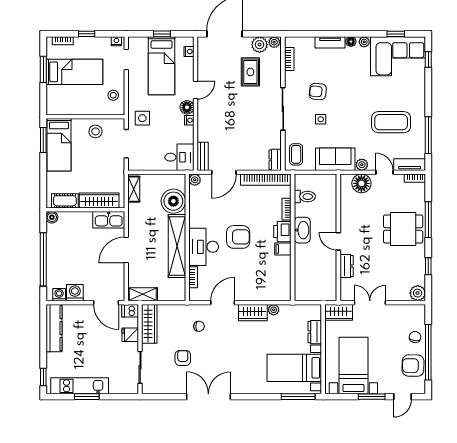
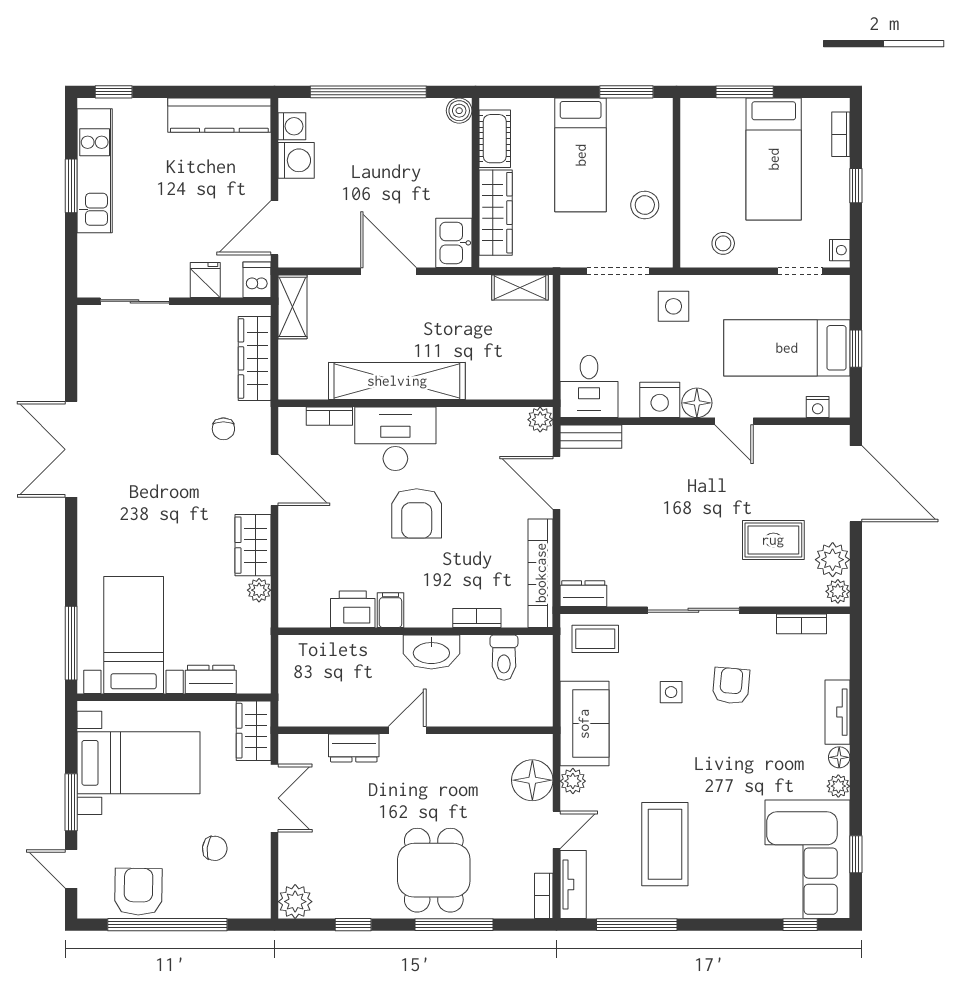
window: (43, 69) -> (745, 92), moved
nightstand: (189, 120) -> (660, 400), width x1.89, depth x1.79
bed: (59, 145) -> (581, 155), moved, turned -90
boiler: (173, 201) -> (494, 373), removed
kitchen sink: (109, 220) -> (454, 243), width x0.73
printer: (282, 232) -> (353, 609), moved
wardrobe: (149, 324) -> (255, 358), moved, turned 90
chair: (415, 337) -> (215, 848), moved
armchair: (183, 358) -> (155, 394), removed
double door: (208, 397) -> (71, 449), swing flipped

